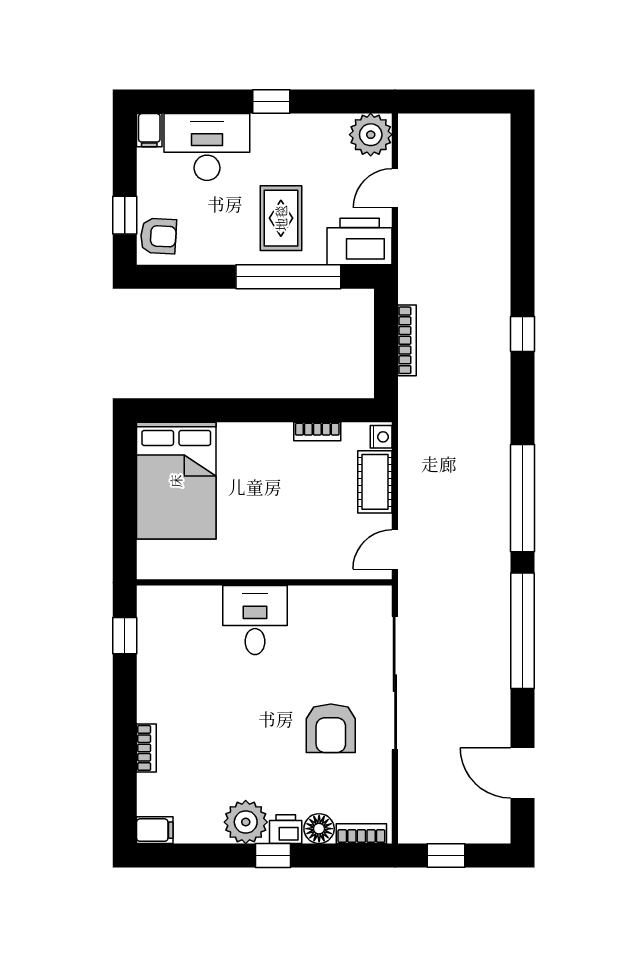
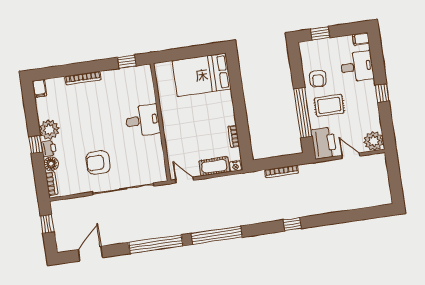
desk: (207, 147) -> (357, 67), width x0.73
armchair: (158, 236) -> (318, 79), moved
bookcase: (146, 748) -> (83, 78), width x1.56

